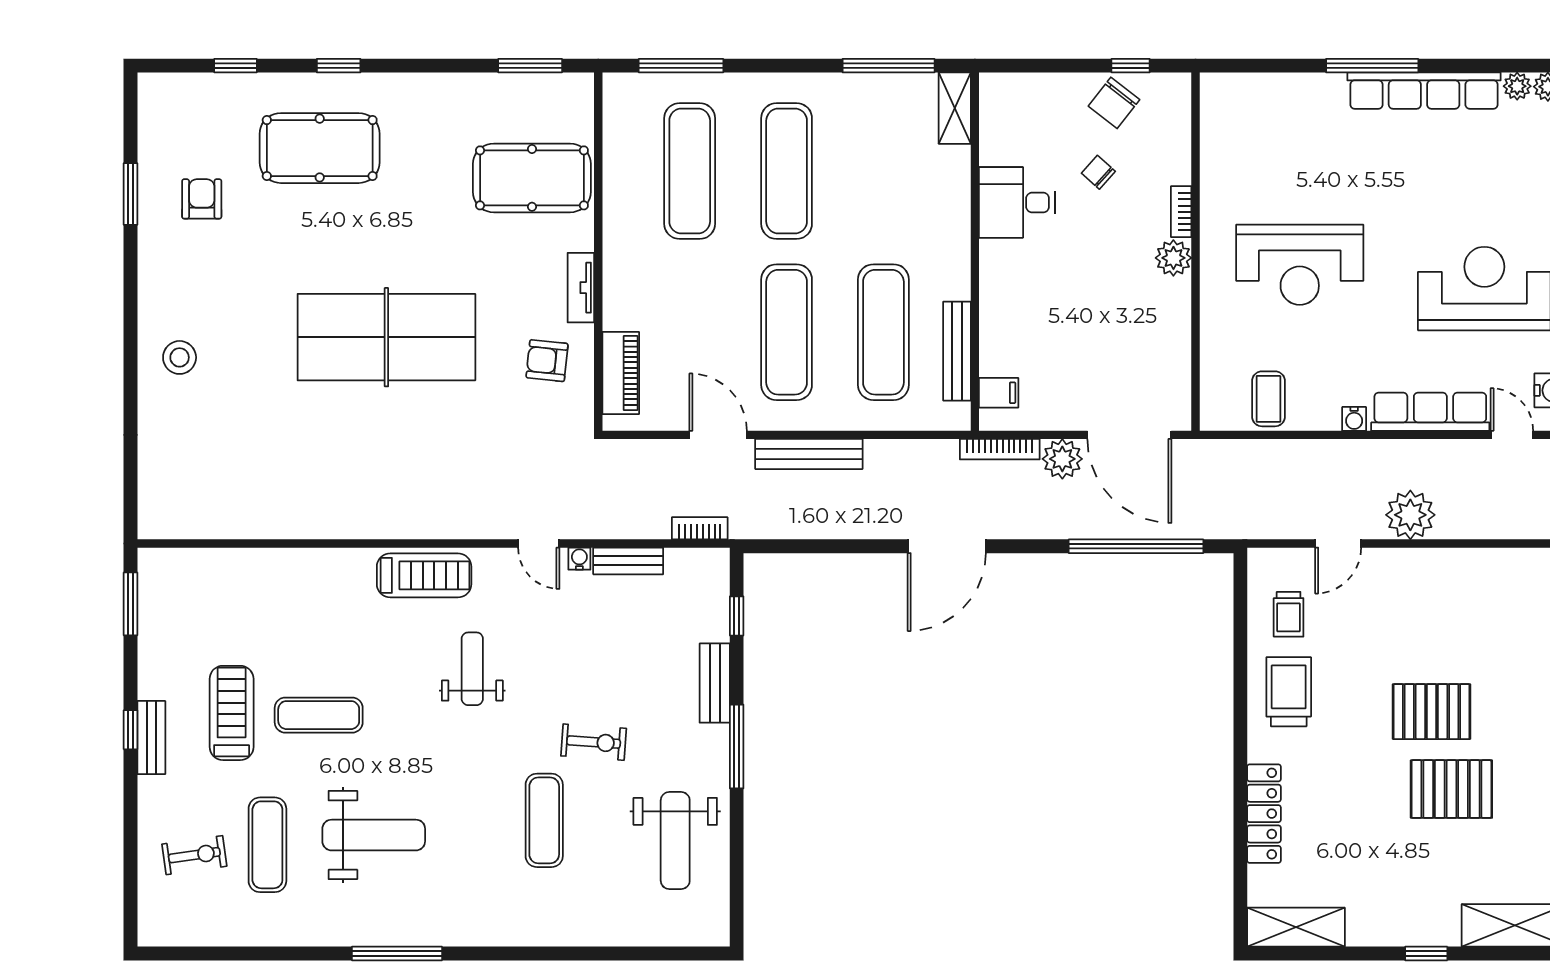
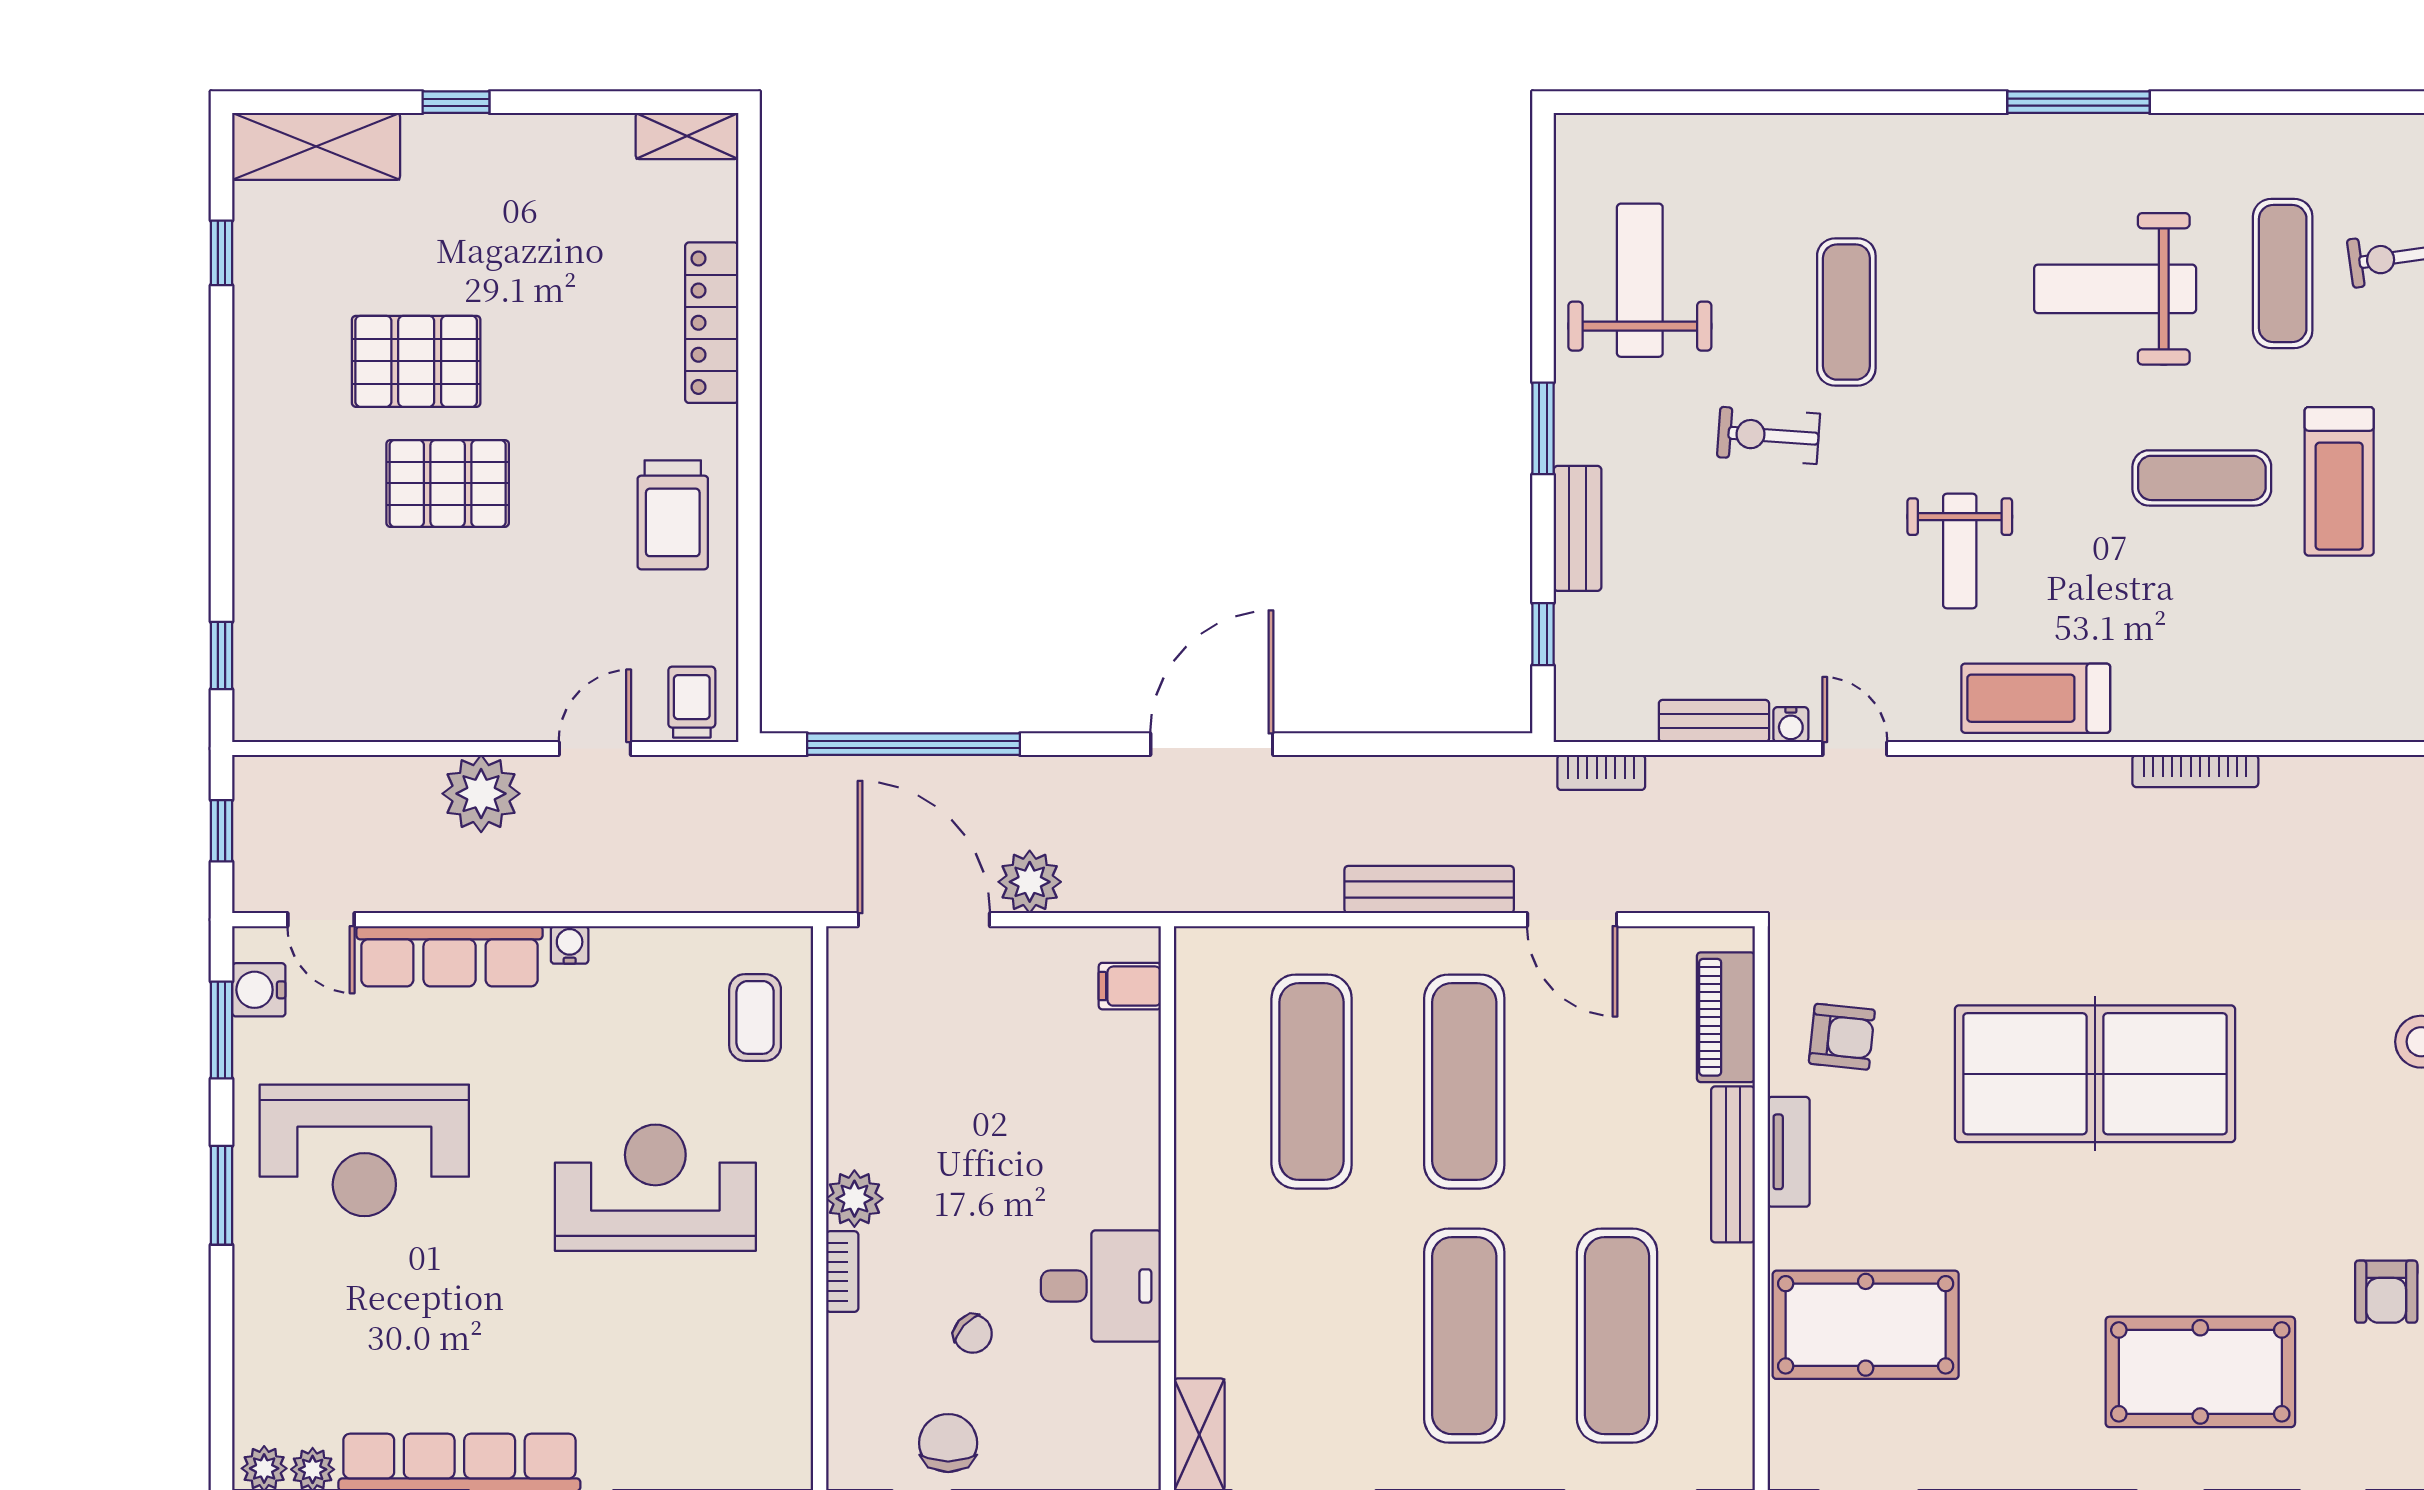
chair: (1114, 103) -> (948, 1443), turned -38
bench: (957, 351) -> (1733, 1164), moved
coffee table: (1269, 399) -> (755, 1017), moved
bookcase: (1000, 449) -> (2195, 771), moved, turned 180
trolley: (1289, 614) -> (692, 702), moved
window: (737, 746) -> (1543, 428), width x0.69
shelving: (1296, 927) -> (687, 136), width x0.67, depth x0.75

